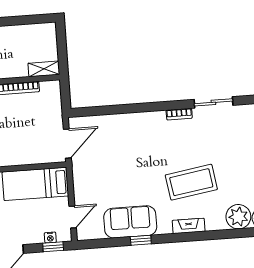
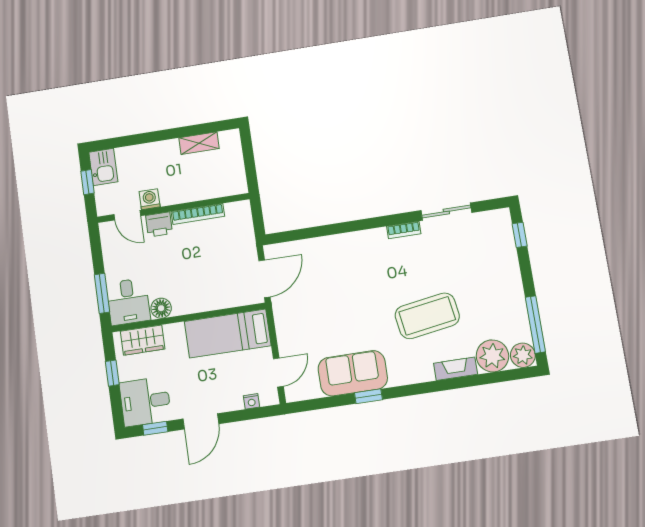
shelving: (44, 69) -> (199, 143), moved
fireplace: (189, 226) -> (456, 369), moved
window: (53, 247) -> (256, 413), removed

